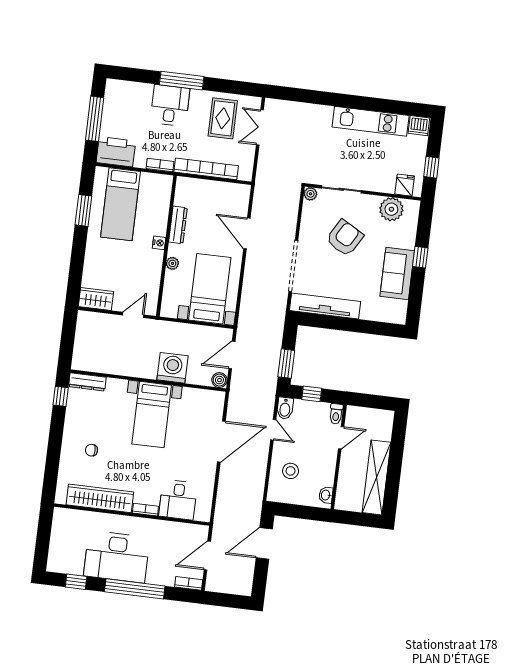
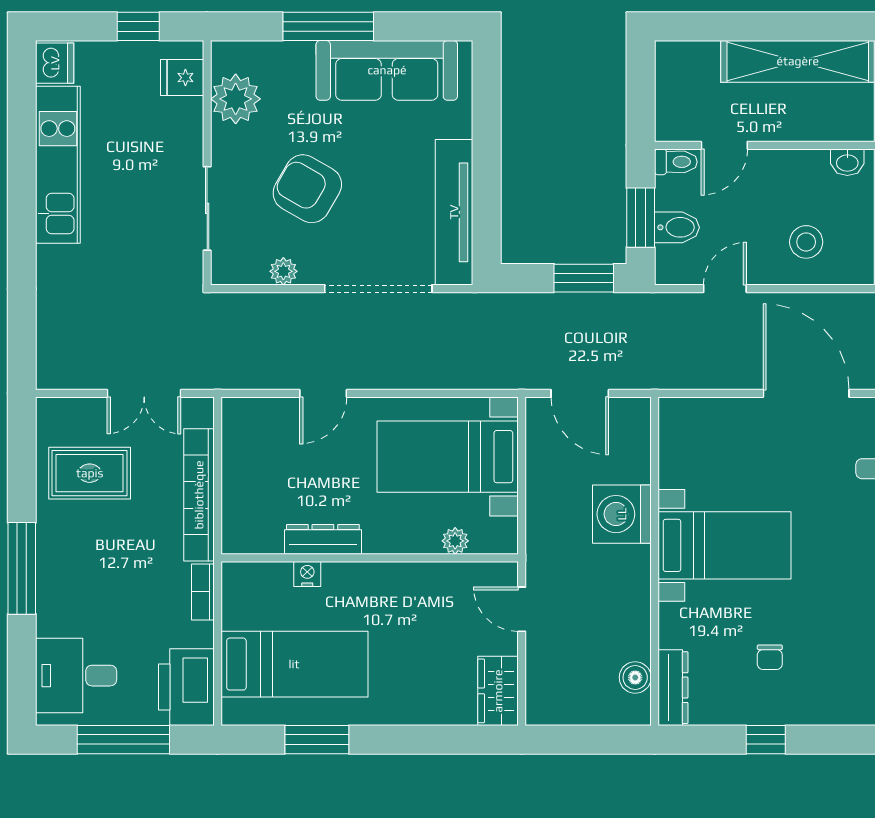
desk: (170, 105) -> (76, 676), moved
double door: (260, 127) -> (144, 393), moved
plant: (310, 194) -> (283, 271), moved
door: (247, 233) -> (323, 393), width x0.73
nightstand: (159, 243) -> (307, 574), moved
window: (420, 257) -> (328, 26), width x2.17
plant: (172, 263) -> (455, 541), moved
sofa: (397, 274) -> (387, 70), width x1.36
boiler: (219, 380) -> (635, 677), moved
window: (312, 394) -> (641, 218), width x1.50
window: (61, 396) -> (766, 740), moved
bidet: (285, 408) -> (677, 227), moved
door: (341, 438) -> (724, 145), swing flipped
door: (221, 441) -> (806, 393), moved
chair: (91, 450) -> (770, 657), moved

